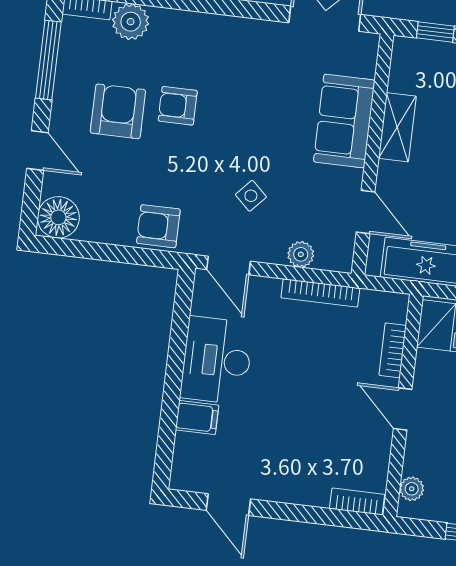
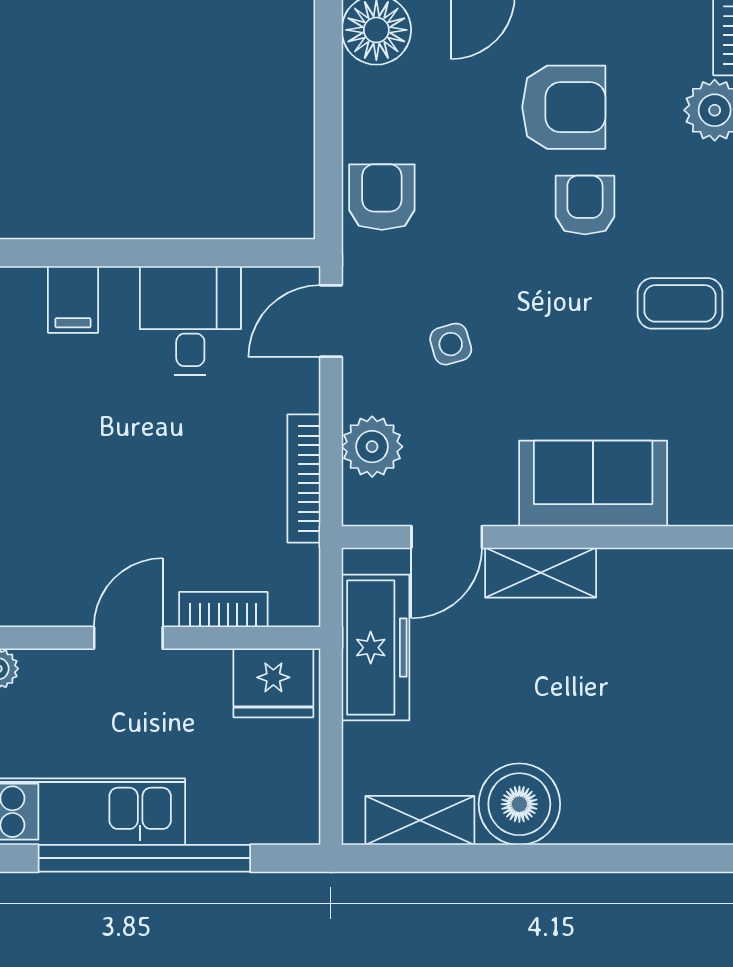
coffee table: (243, 56) -> (680, 303), added
shelving: (397, 127) -> (541, 573), moved
side table: (251, 196) -> (451, 344), turned 31
plant: (301, 254) -> (372, 447), width x1.38, depth x1.38
desk: (217, 360) -> (190, 320), width x0.73

